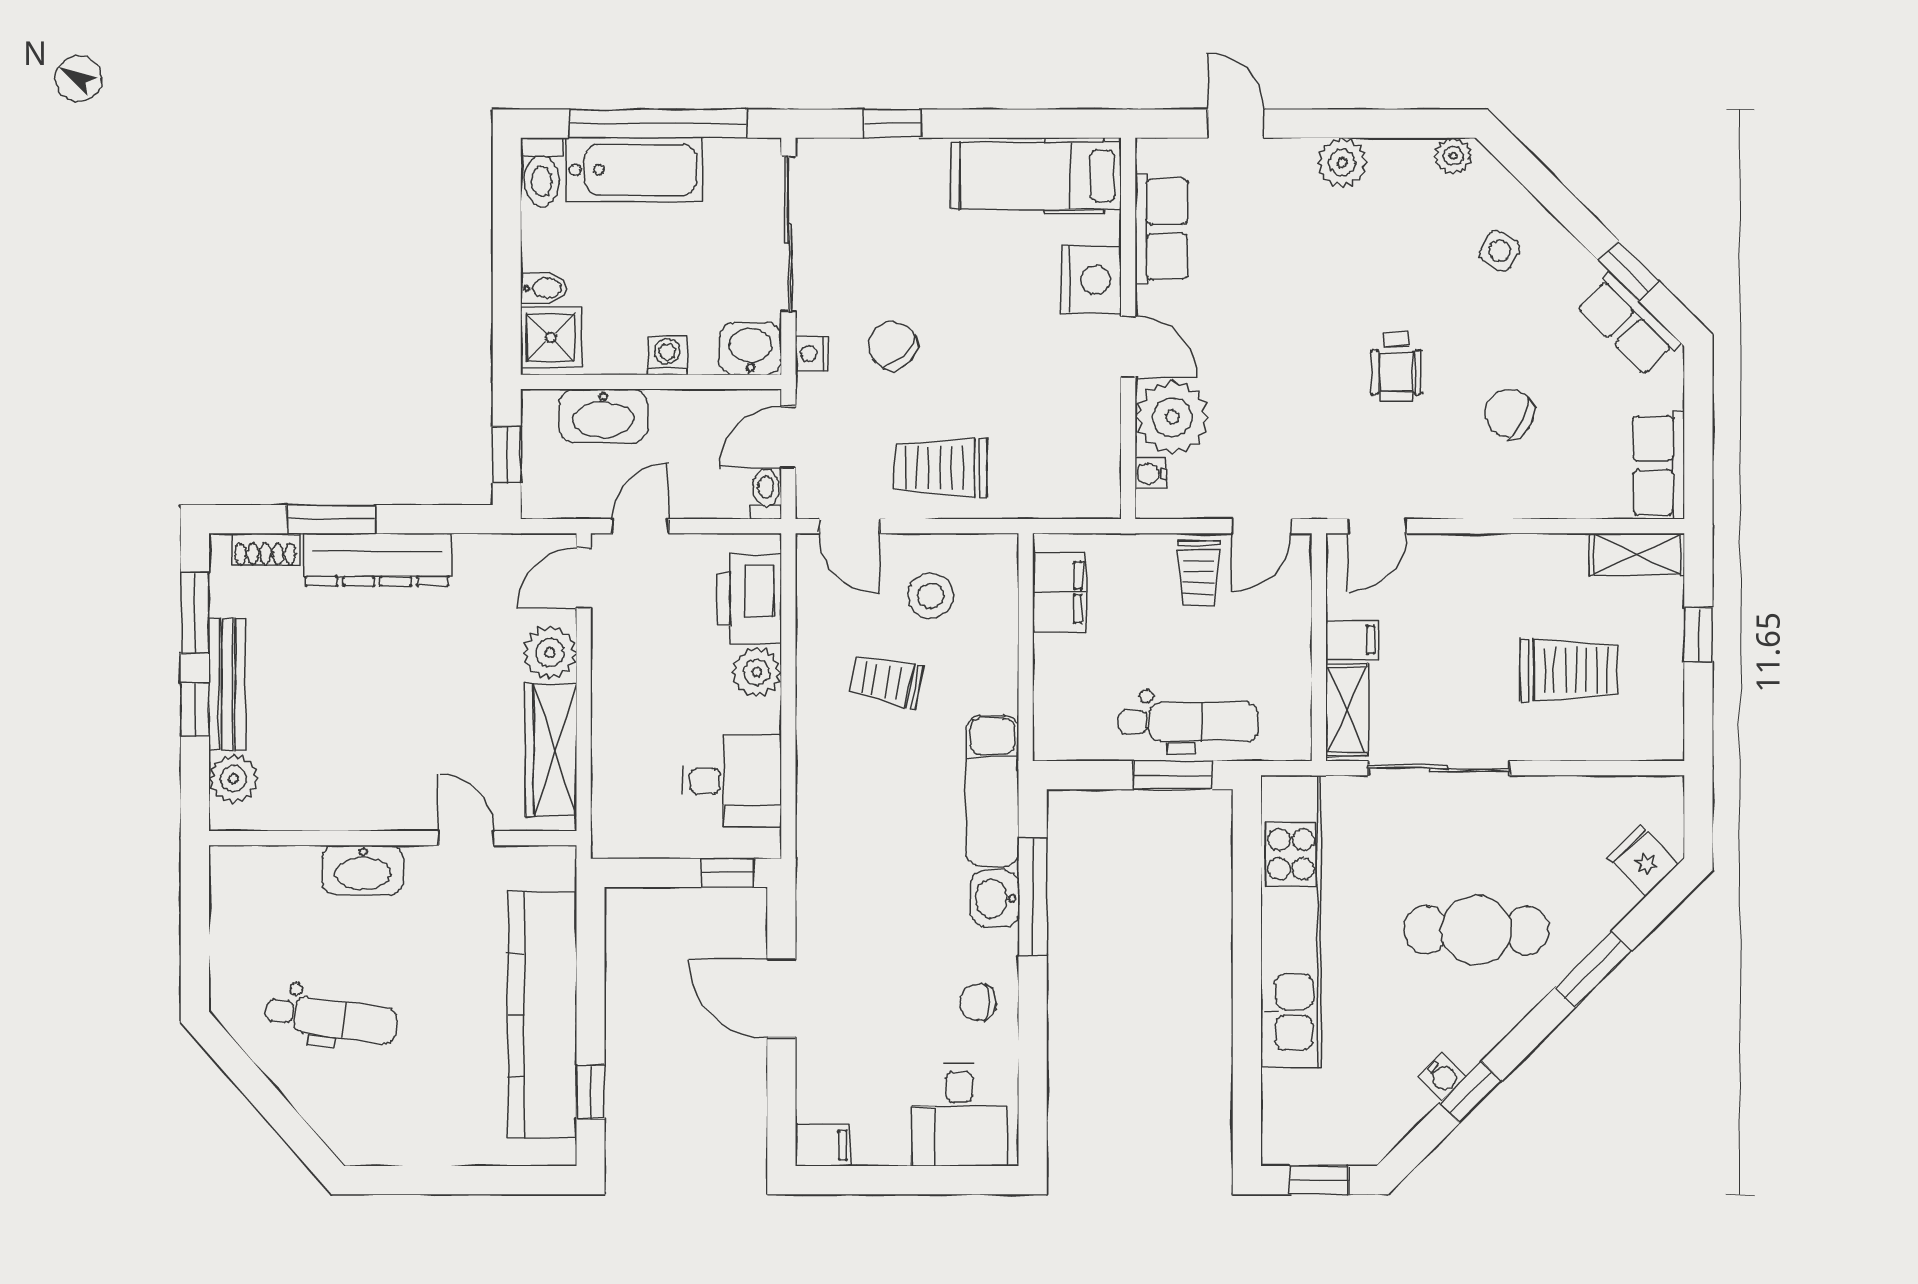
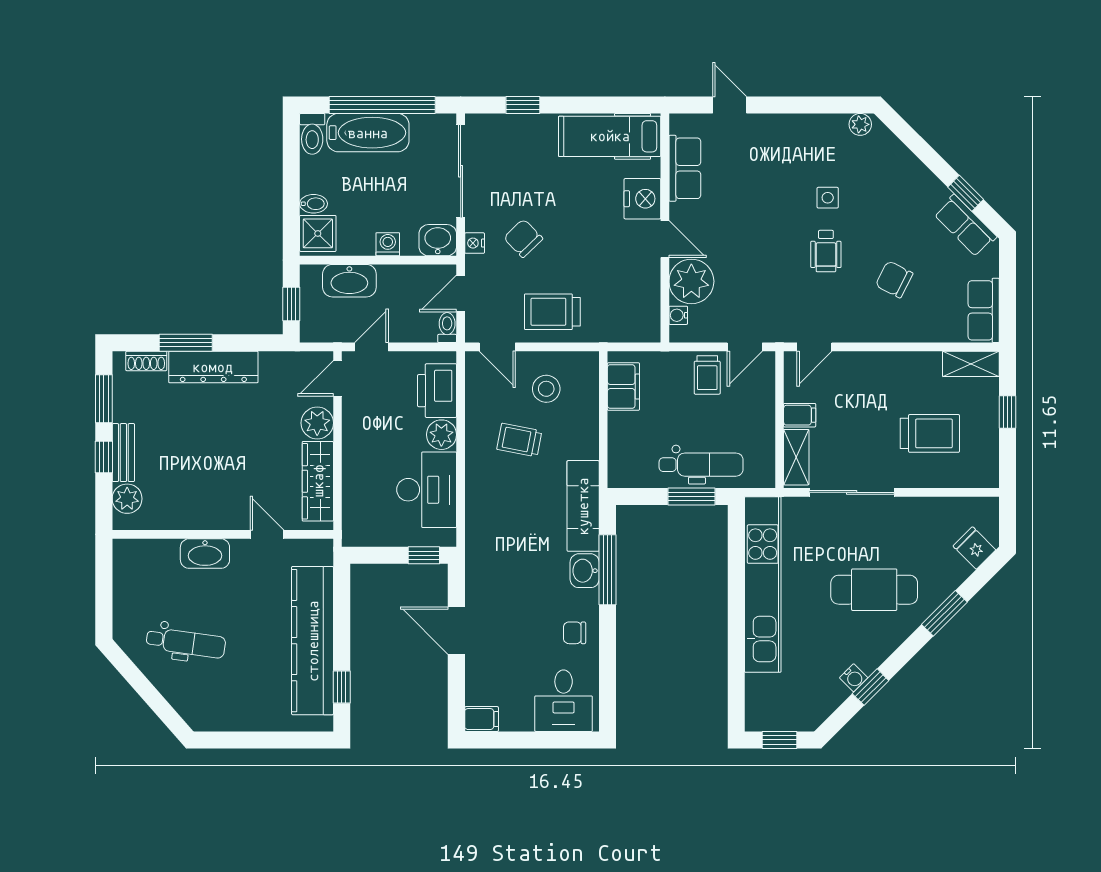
plant: (1342, 163) -> (793, 128), removed
side table: (1500, 251) -> (828, 198), moved, turned -33
bench: (227, 684) -> (123, 453), width x0.73
desk: (732, 781) -> (427, 490), width x1.37

